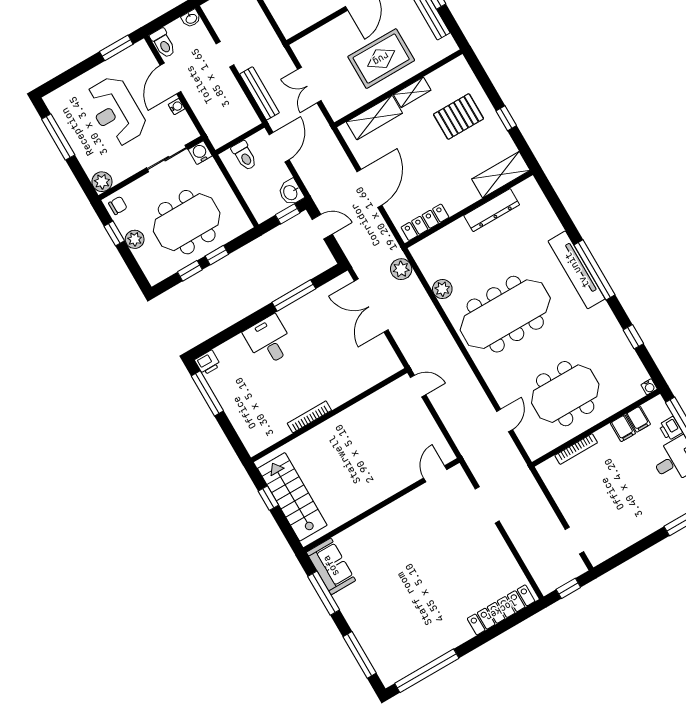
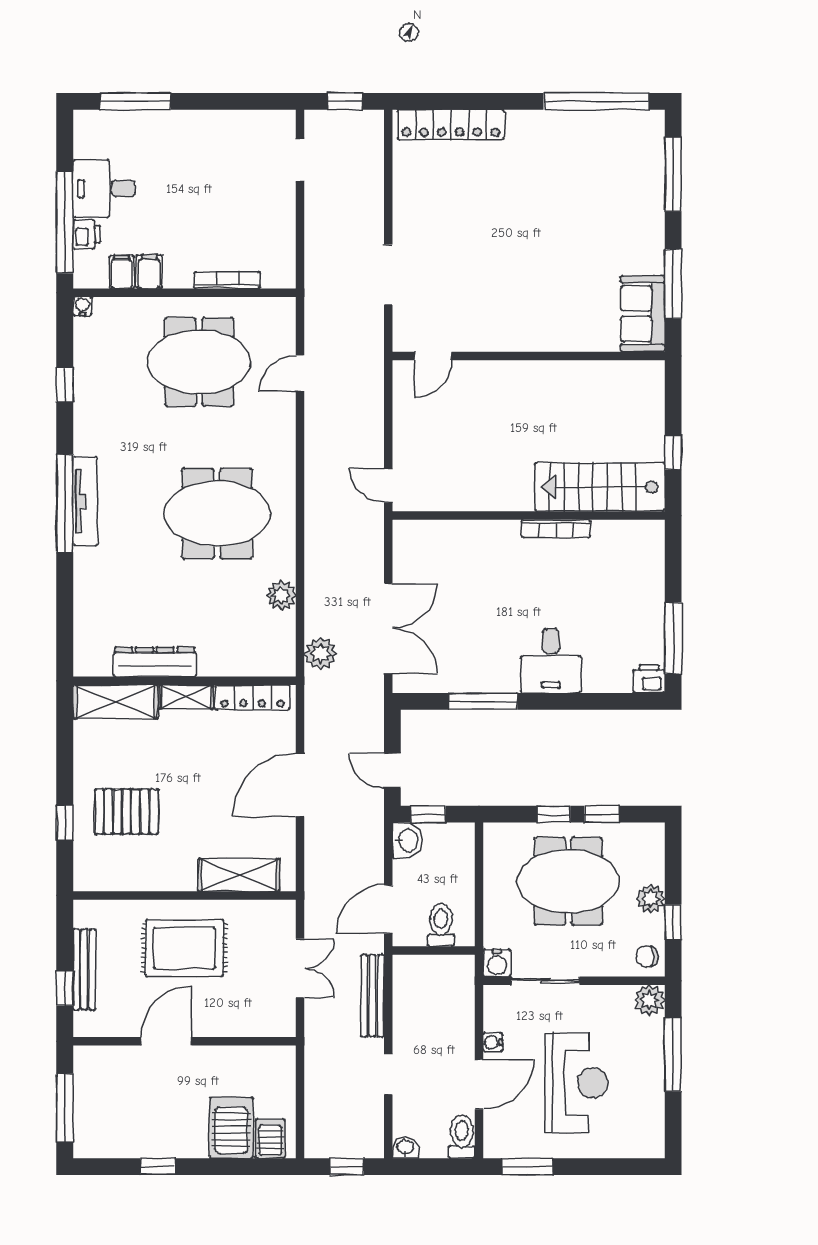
shelving: (412, 92) -> (186, 697), moved
window: (506, 118) -> (65, 823), moved
window: (58, 137) -> (673, 1055), moved
tv unit: (577, 270) -> (85, 501), width x0.73, depth x0.78
meeting table: (505, 314) -> (217, 514), width x0.73
stairs: (292, 497) -> (600, 487), moved, turned 90

